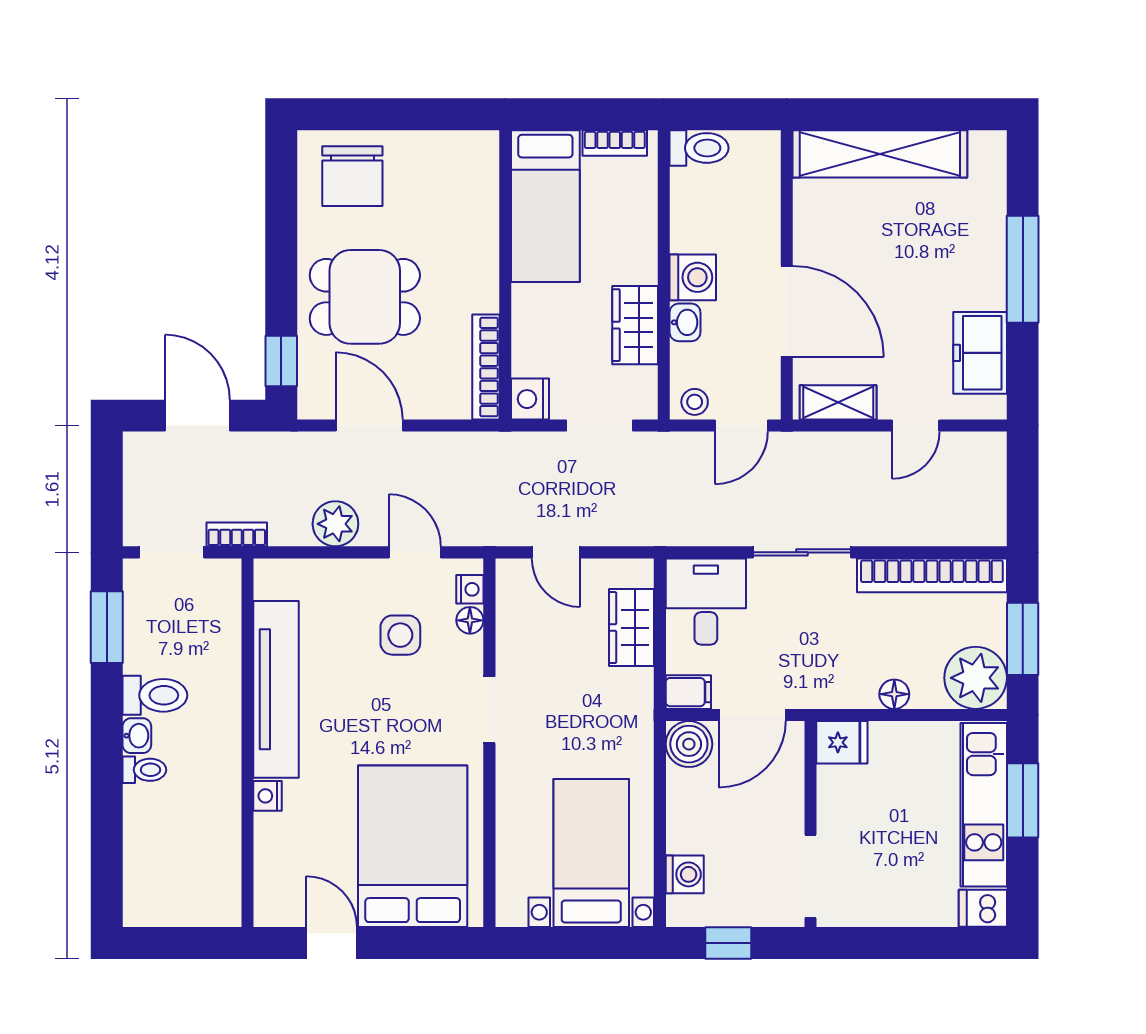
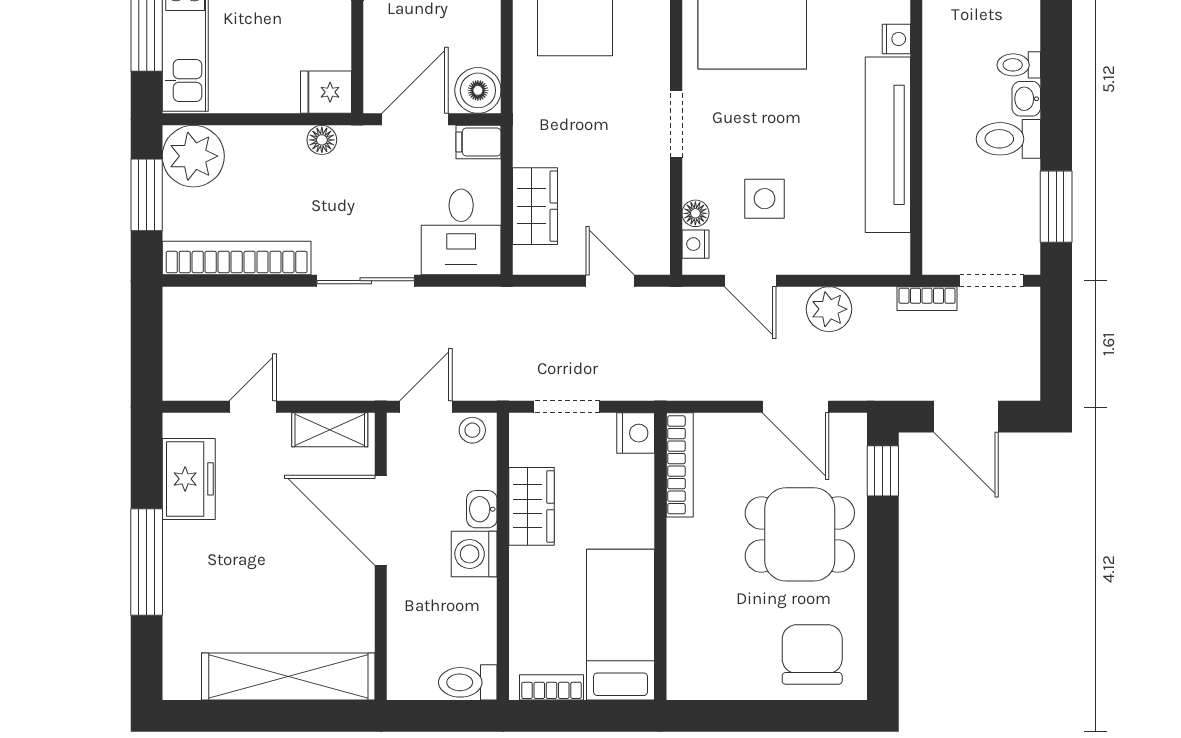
floor lamp: (894, 694) -> (322, 140), moved

